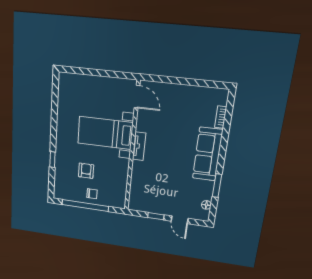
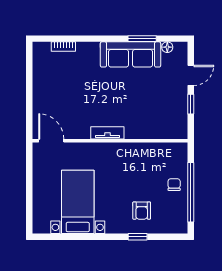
door: (137, 97) -> (51, 141), hinge flipped
bed with nightstands: (105, 133) -> (78, 202), moved, turned 180
sofa: (208, 154) -> (131, 54), moved
armchair: (86, 171) -> (142, 211), moved, turned -90

